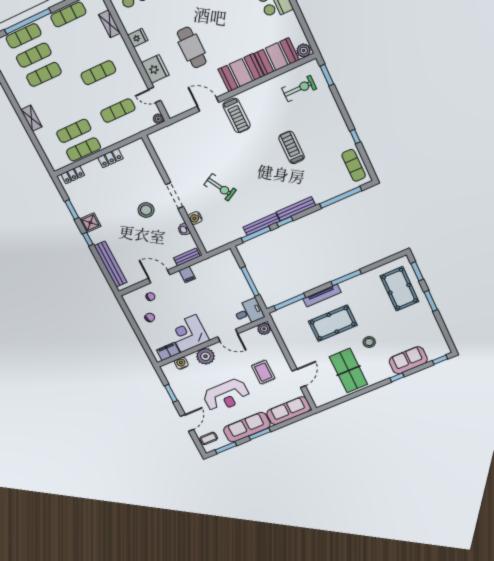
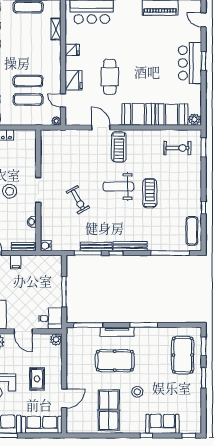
exercise mat: (98, 73) -> (28, 81), moved
weight bench: (255, 156) -> (118, 187), added
water cooler: (195, 218) -> (46, 246), moved

